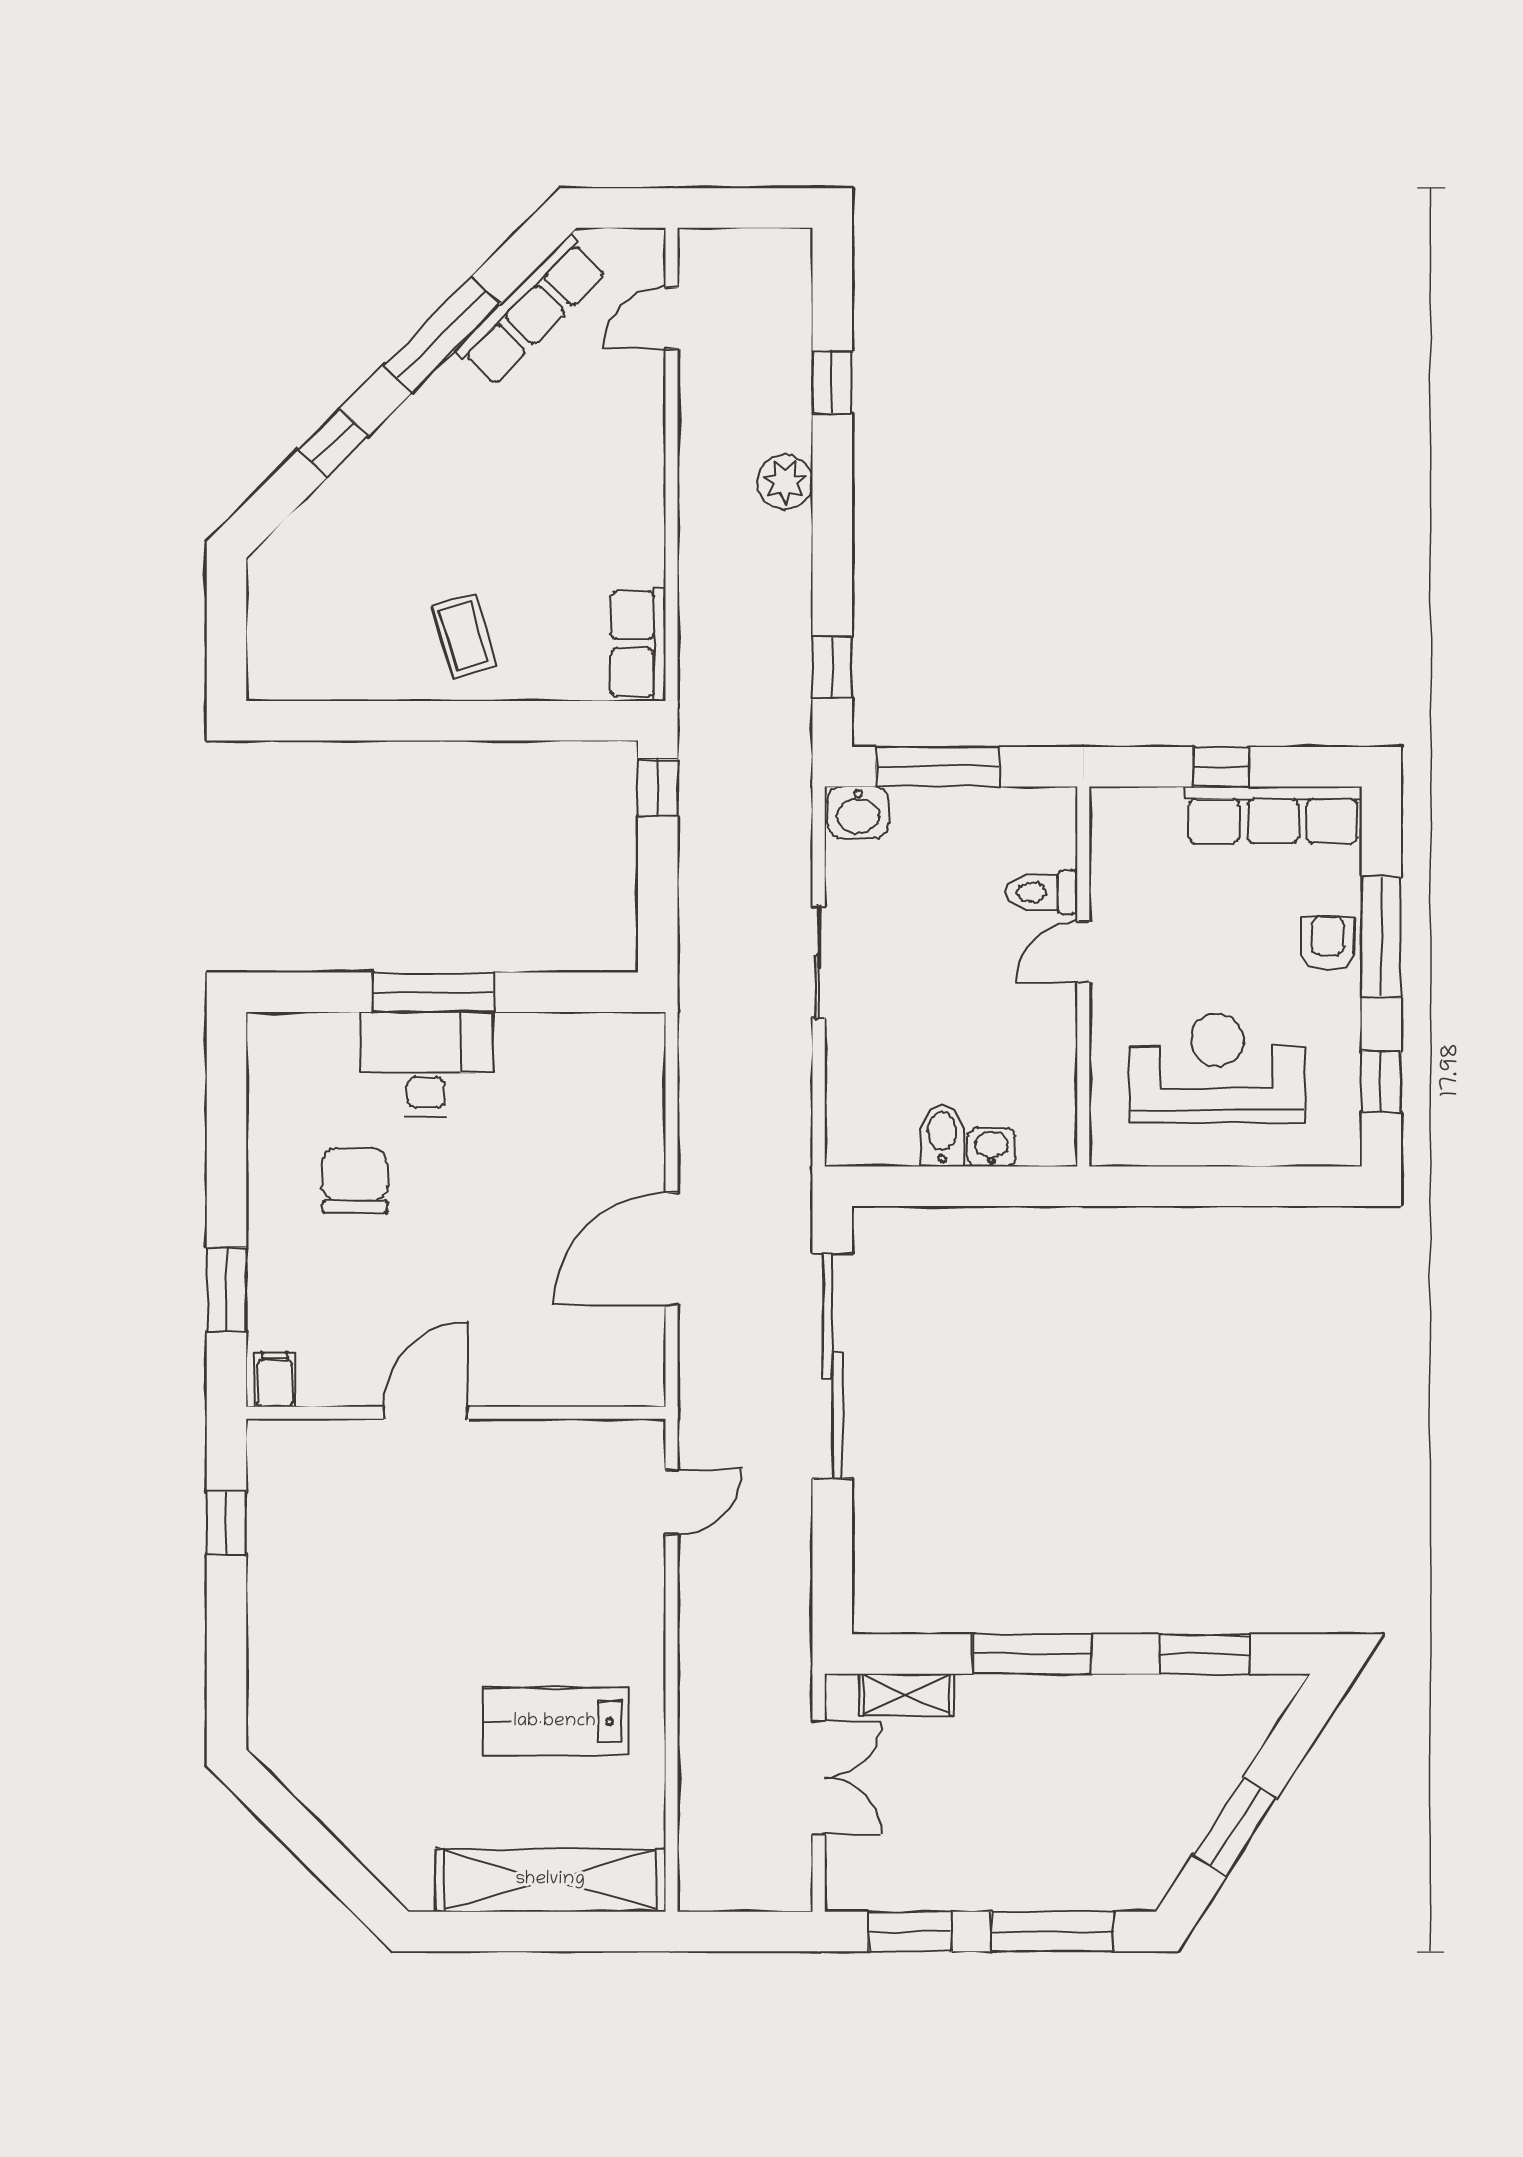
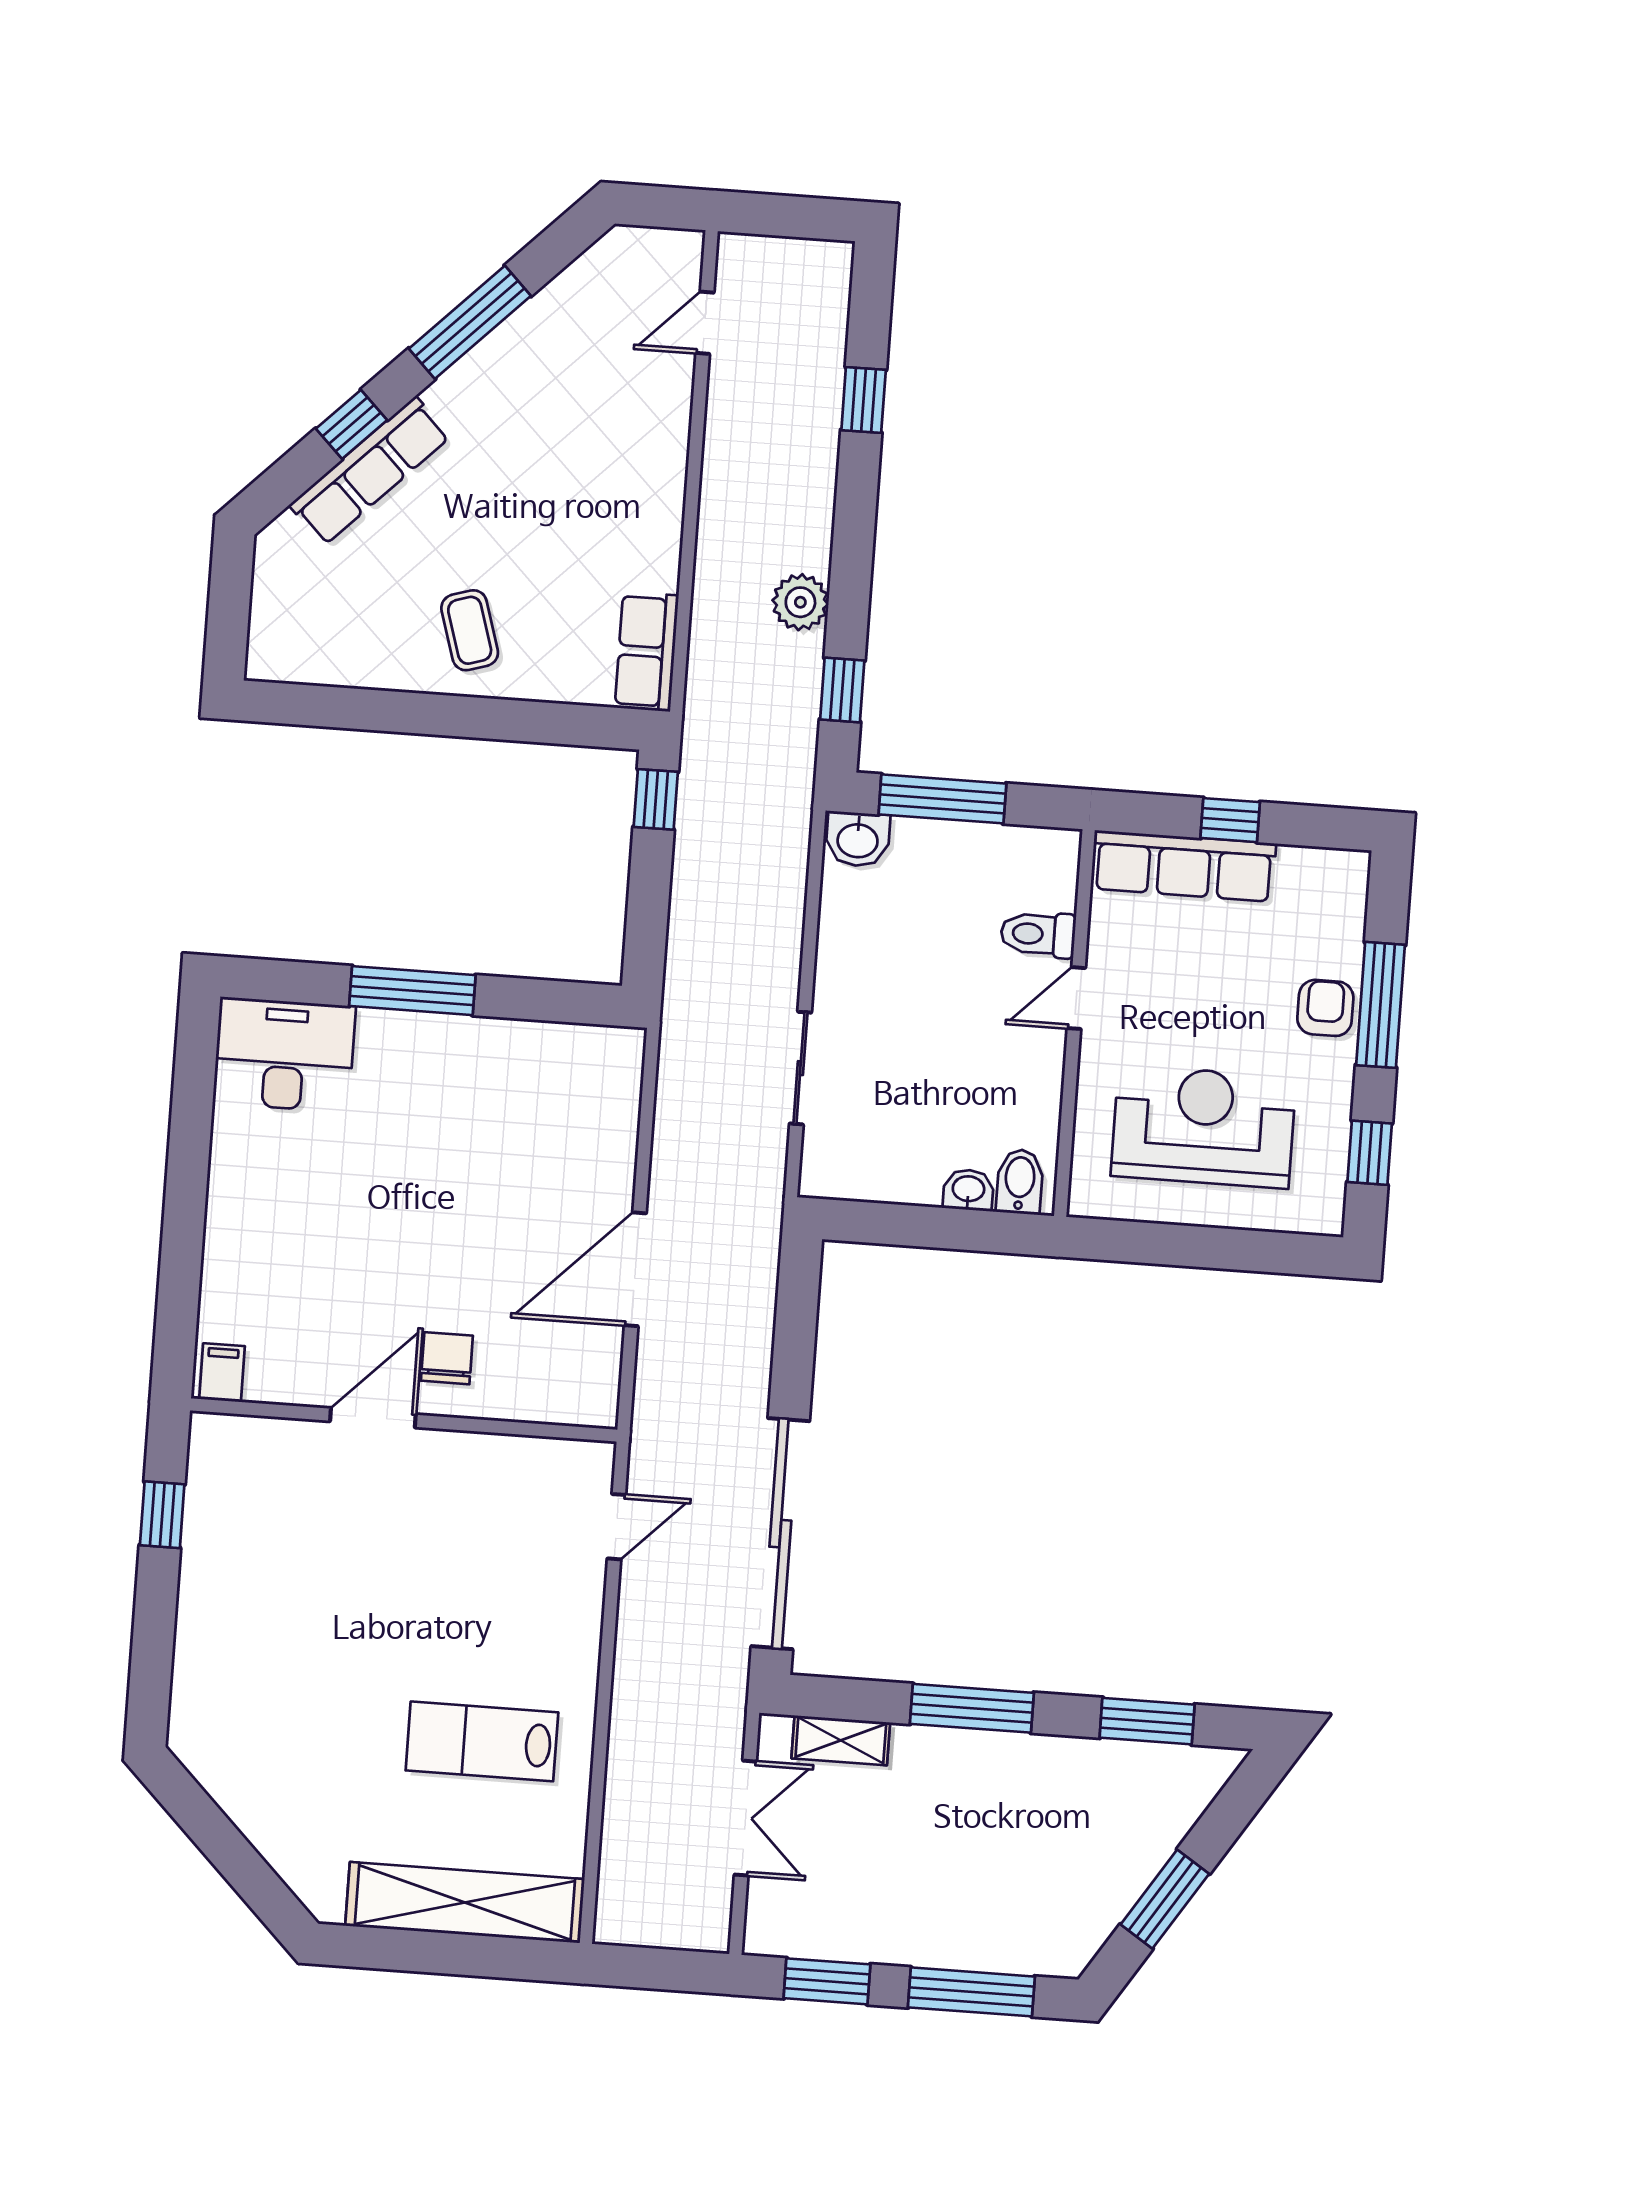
row of seats: (531, 311) -> (370, 471), moved
plant: (785, 482) -> (800, 602), moved
row of seats: (1273, 815) -> (1184, 866), moved
sliding door: (819, 962) -> (800, 1068), moved
desk: (426, 1064) -> (284, 1055), moved
bidet: (942, 1135) -> (1020, 1182), moved
chair: (355, 1181) -> (447, 1358), moved, width x0.73, depth x0.73
window: (226, 1289) -> (180, 1277), removed
sliding door: (832, 1366) -> (780, 1534), moved

